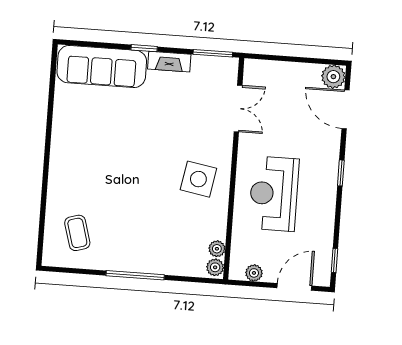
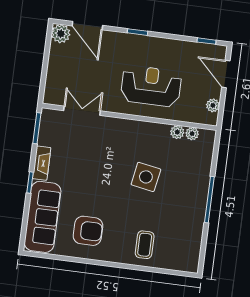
door: (345, 109) -> (87, 26), hinge flipped
armchair: (87, 125) -> (88, 231), added
side table: (198, 179) -> (146, 177), moved
reception desk: (274, 194) -> (151, 86), turned 180
coffee table: (77, 233) -> (145, 245), moved, turned -74
plant: (215, 267) -> (177, 132), moved

